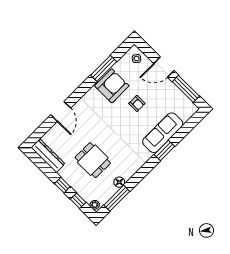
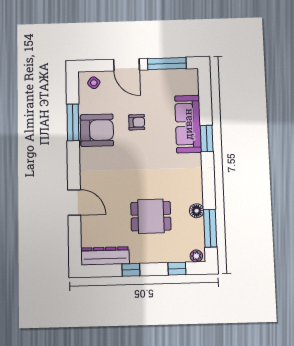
door: (164, 67) -> (127, 65), hinge flipped
armchair: (112, 86) -> (97, 130), turned 90
window: (62, 185) -> (131, 270), moved

